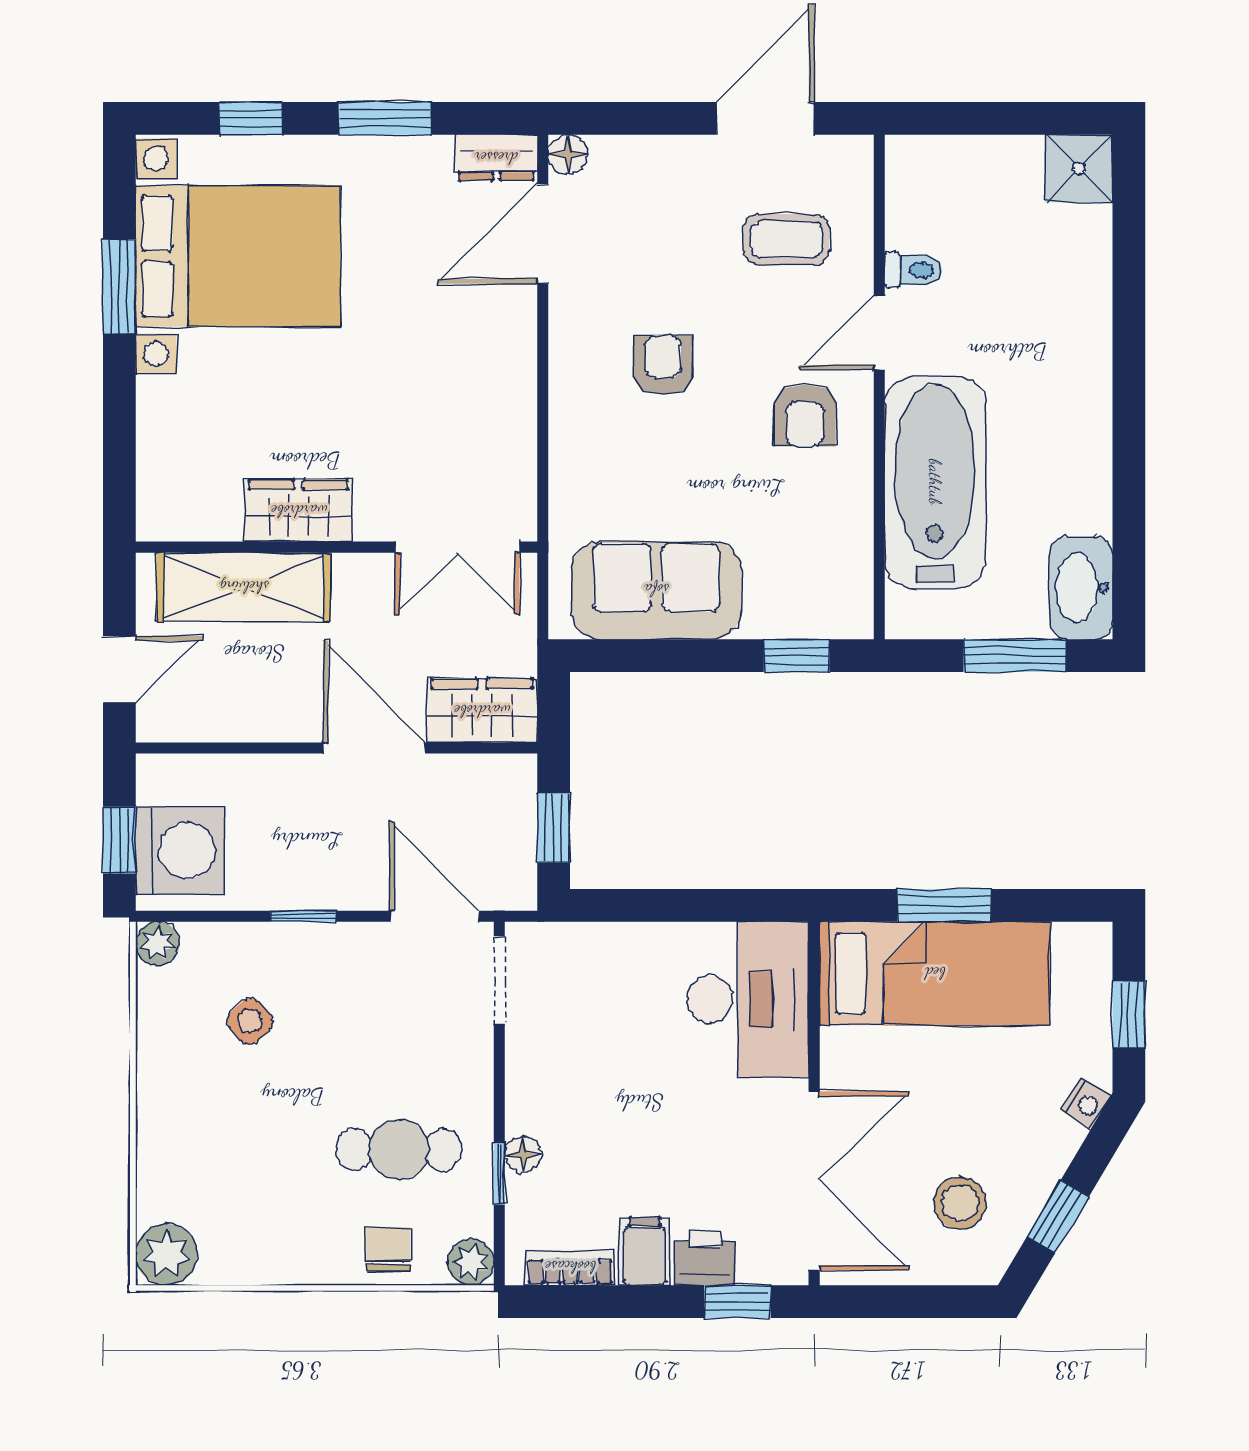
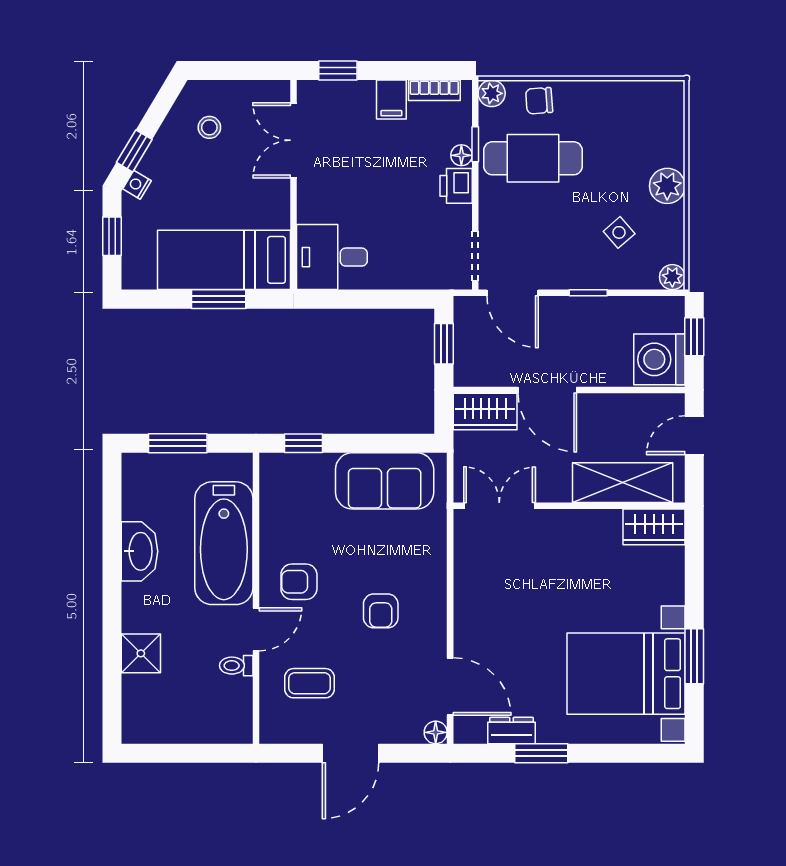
window: (251, 118) -> (618, 753), removed
door: (765, 118) -> (351, 753), moved
dresser: (496, 158) -> (512, 730), moved
shower: (1079, 168) -> (141, 653), moved
door: (543, 234) -> (450, 687), hinge flipped
armchair: (805, 416) -> (299, 582), turned -90
wardrobe: (299, 511) -> (654, 527), moved
washbasin: (1081, 588) -> (140, 551), moved
washing machine: (180, 850) -> (659, 359), moved
desk: (748, 999) -> (332, 257), width x0.73
cafe table: (399, 1150) -> (533, 158), width x1.37, depth x1.35
double door: (814, 1181) -> (294, 140), width x0.73
stool: (960, 1203) -> (209, 127), width x0.73, depth x0.73
window: (1058, 1216) -> (134, 151), moved
chair: (388, 1249) -> (539, 101), turned 86
plant: (166, 1255) -> (667, 186), moved
printer: (705, 1258) -> (456, 186), moved, turned 90

